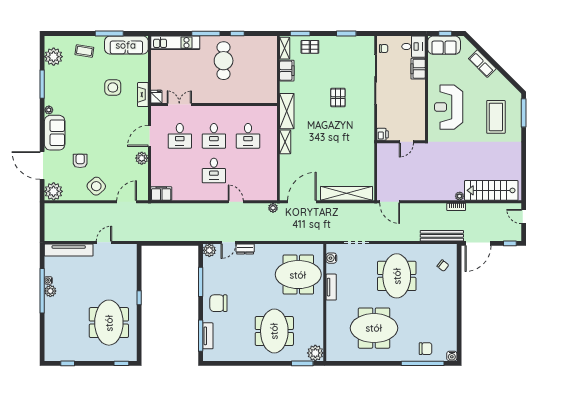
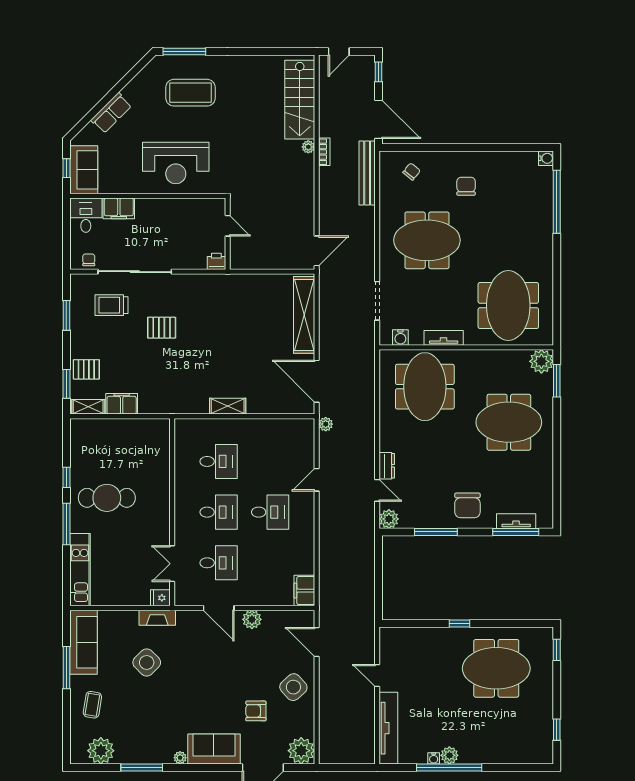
pallet: (310, 47) -> (86, 369), turned 90
trolley: (353, 64) -> (112, 305), added
side table: (113, 87) -> (147, 662), turned 45
shelving: (287, 111) -> (182, 404), removed
meeting table: (374, 328) -> (508, 305), moved
chair: (426, 349) -> (466, 186), moved

